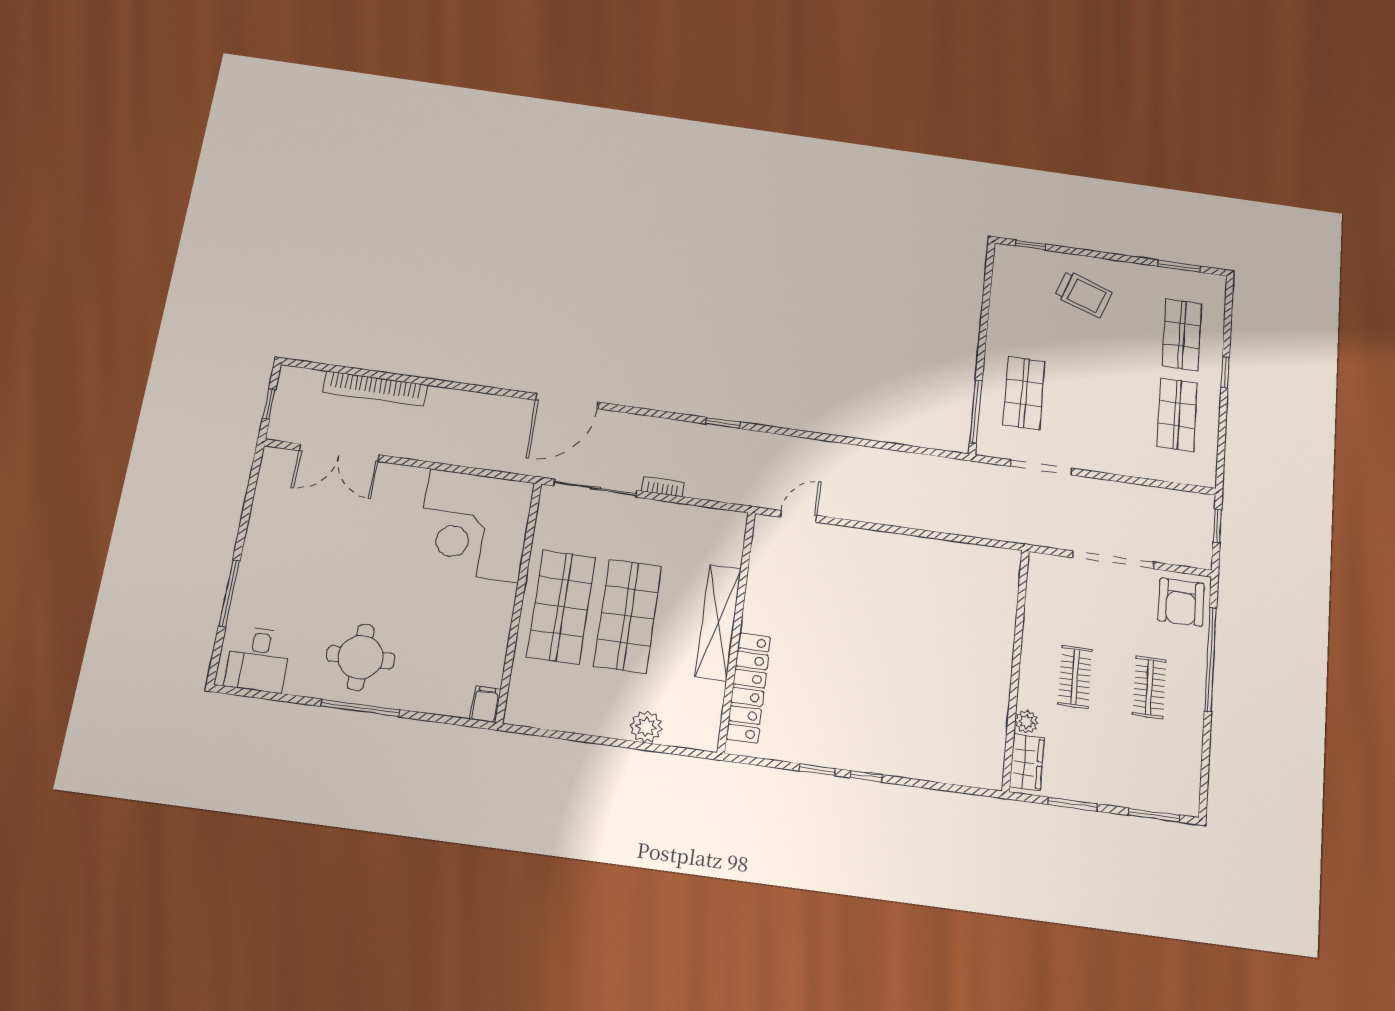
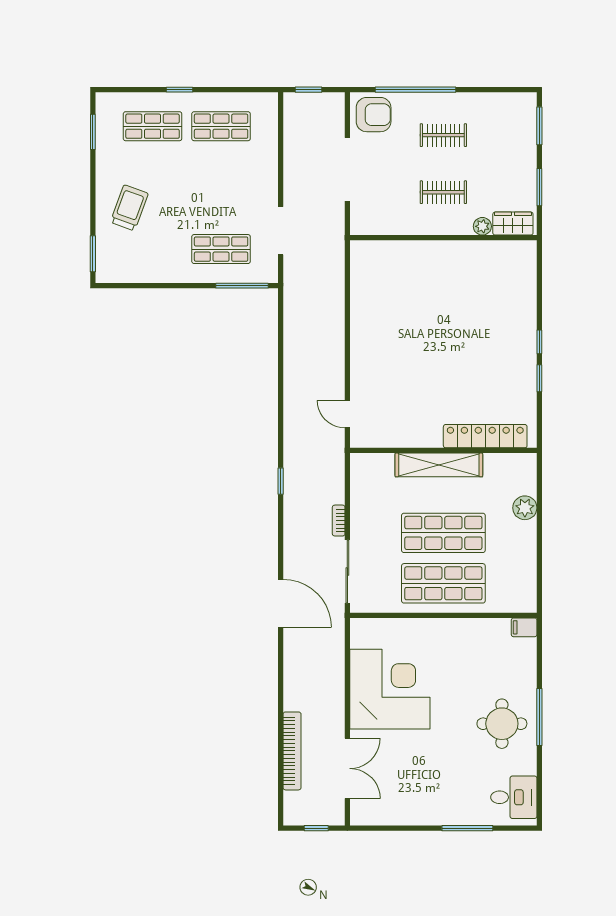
window: (1031, 245) -> (93, 254), width x1.50
corner desk: (474, 525) -> (390, 689), moved, turned -90

